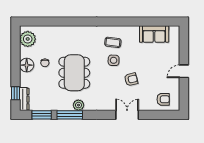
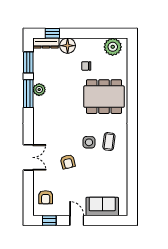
sofa: (154, 34) -> (102, 206), moved, turned 90
floor lamp: (27, 65) -> (68, 46), moved
dining table: (74, 73) -> (104, 97), moved
window: (184, 96) -> (49, 220), added
plant: (78, 105) -> (39, 90), moved

